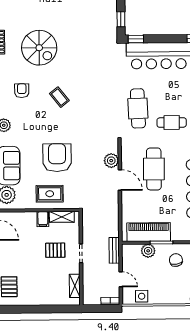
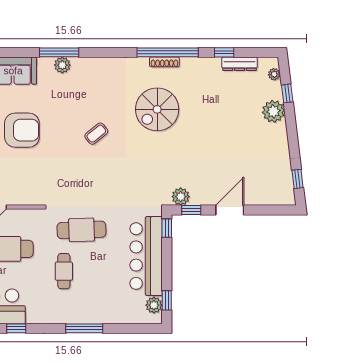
armchair: (22, 91) -> (105, 87), removed
plant: (111, 161) -> (181, 197), moved

